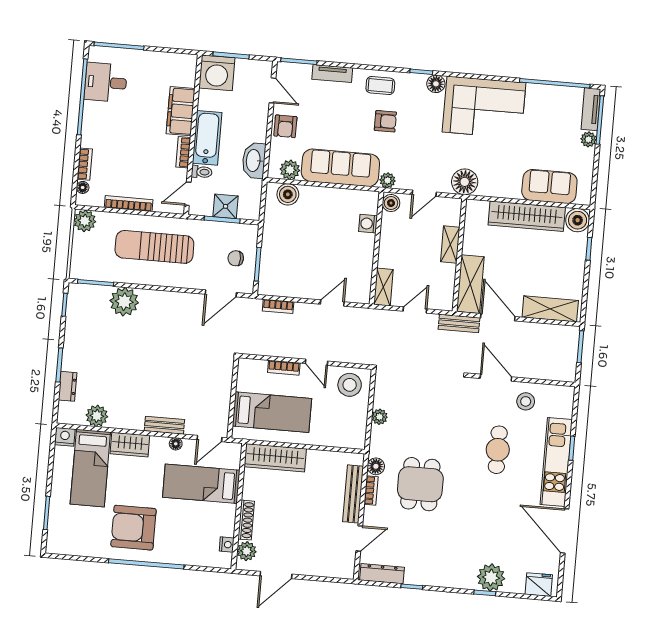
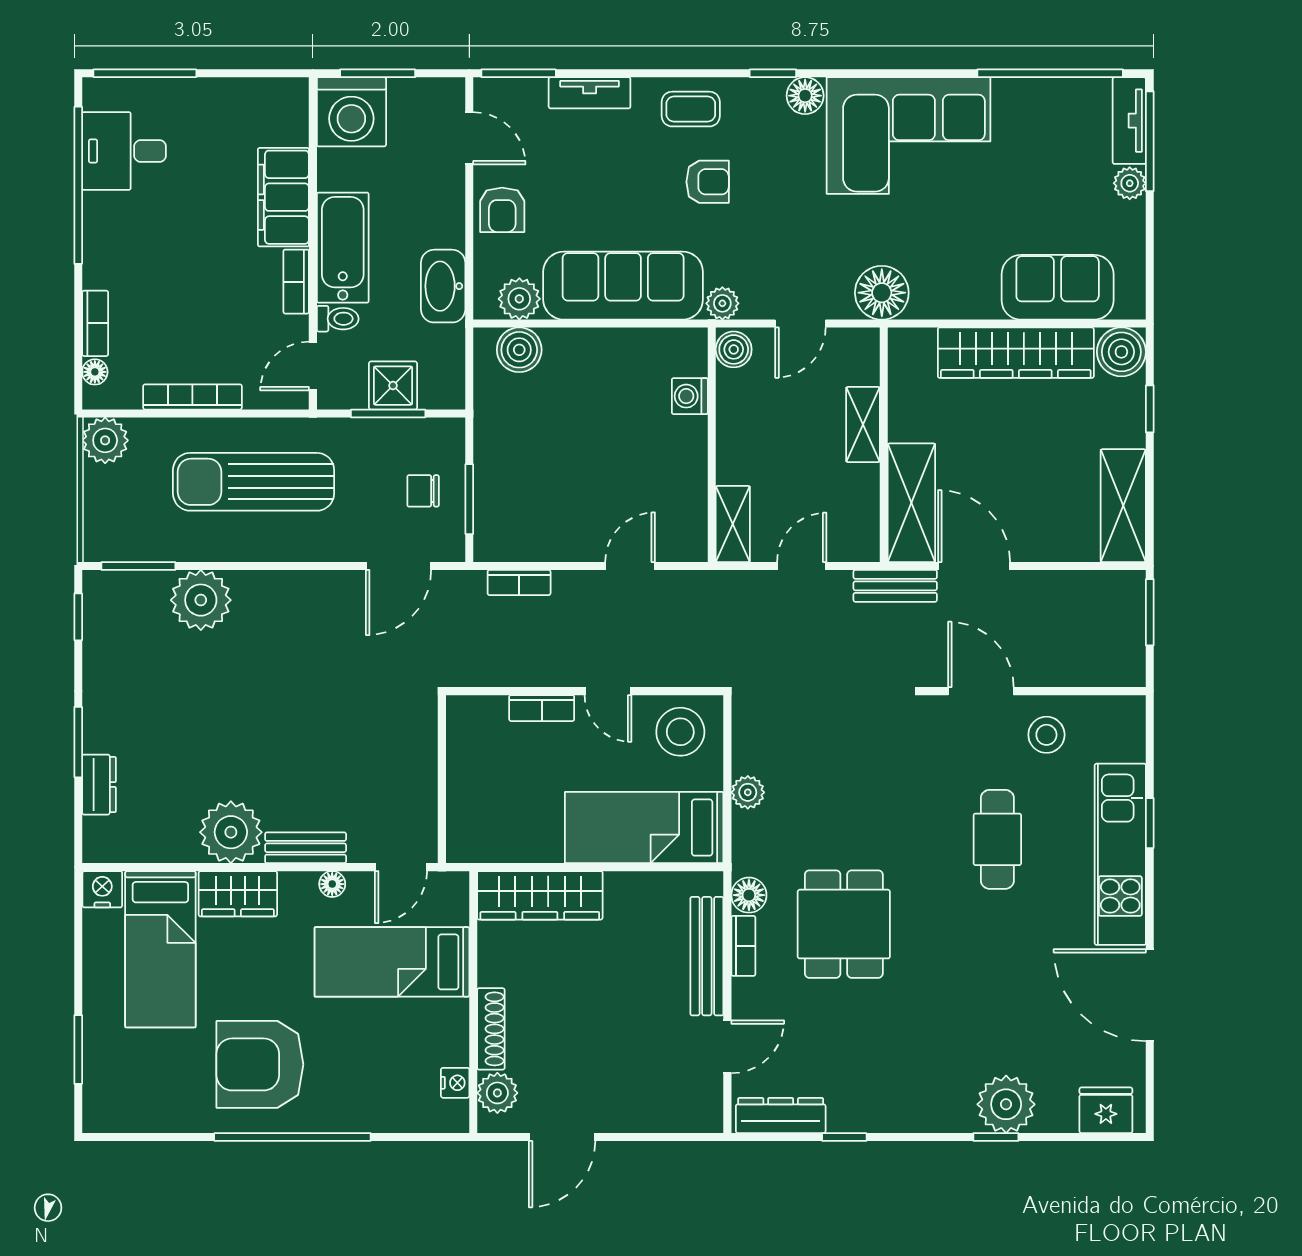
shelving: (550, 309) -> (1123, 506), moved, turned 90
bed: (272, 412) -> (644, 828), moved, turned 180
plant: (97, 416) -> (231, 832), moved, width x1.36, depth x1.36

